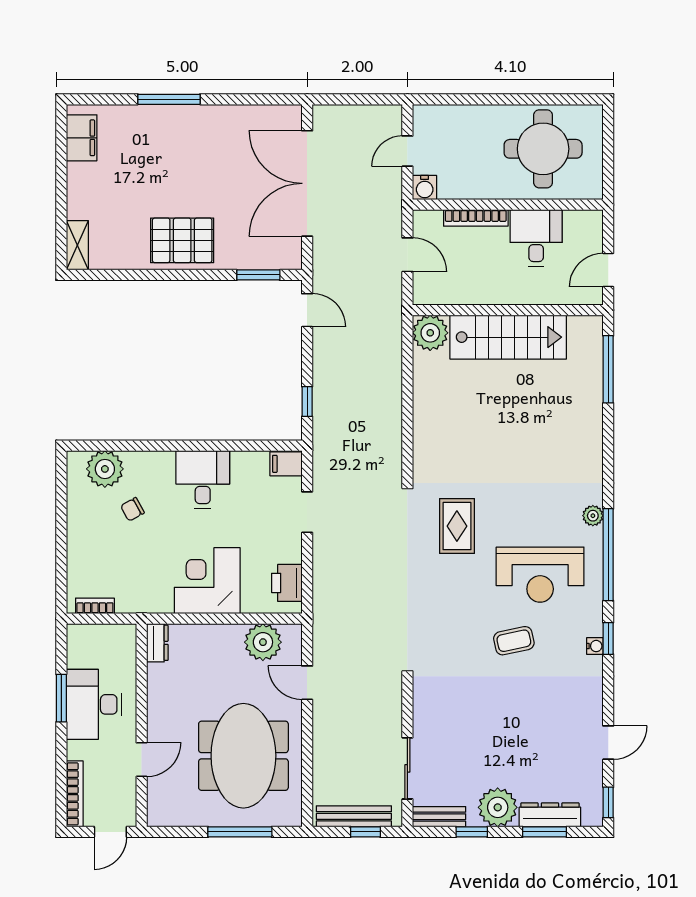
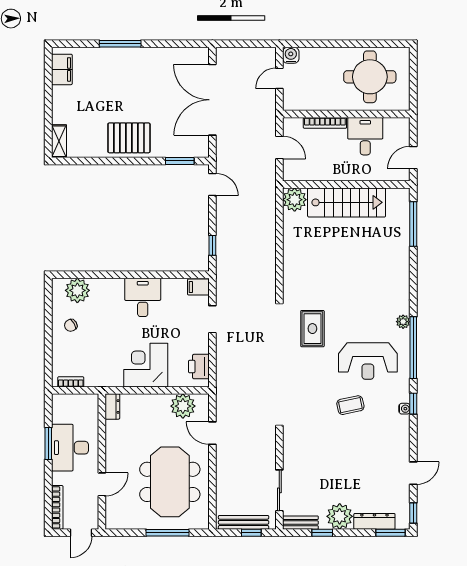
water cooler: (425, 188) -> (291, 55), moved, turned 180
chair: (132, 509) -> (71, 325), moved
window: (545, 832) -> (390, 533), moved

